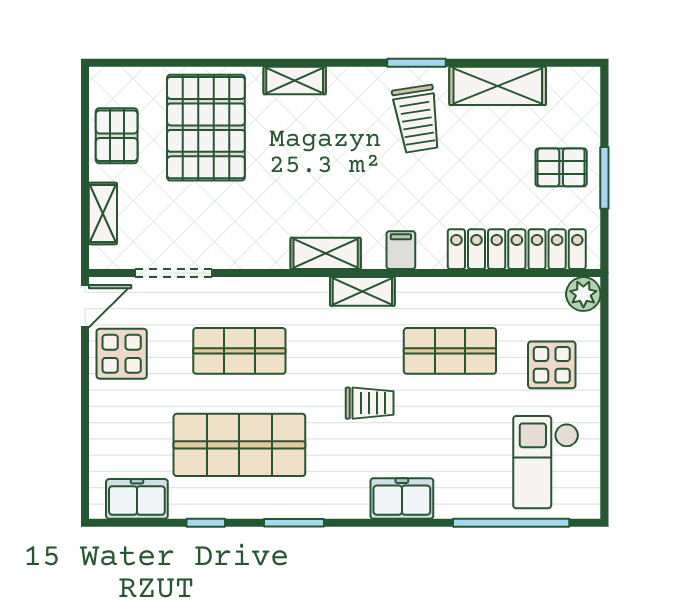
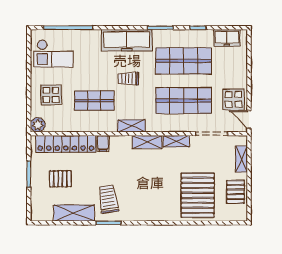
shelving: (295, 81) -> (176, 141), moved
pallet: (561, 167) -> (60, 179), moved
filing cabinet: (401, 250) -> (103, 143), moved
door: (85, 306) -> (249, 120), hinge flipped
shop shelf: (239, 351) -> (184, 101), width x1.43, depth x1.36
checkout: (546, 462) -> (54, 54), turned 90
freezer: (402, 498) -> (127, 40), width x1.91, depth x1.26

